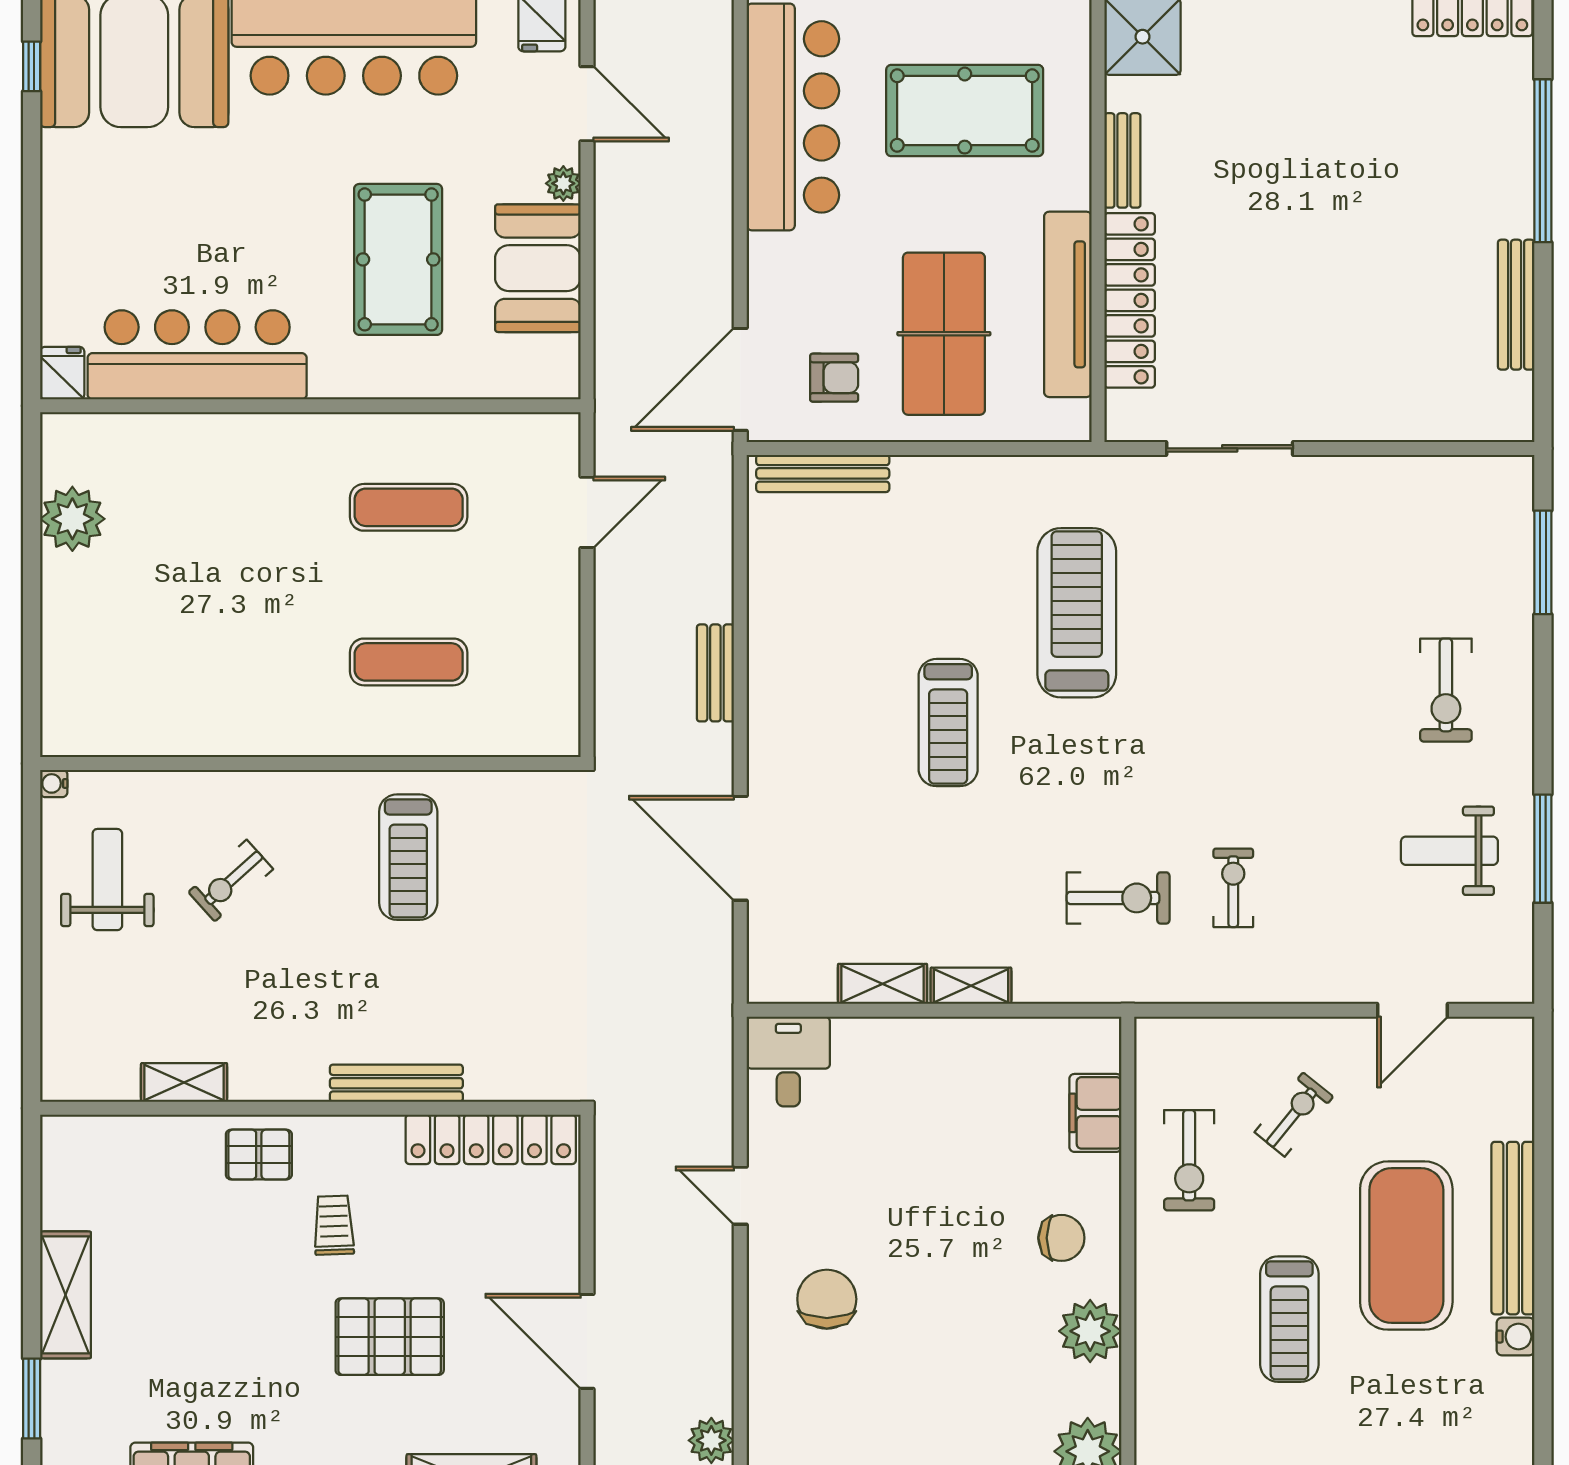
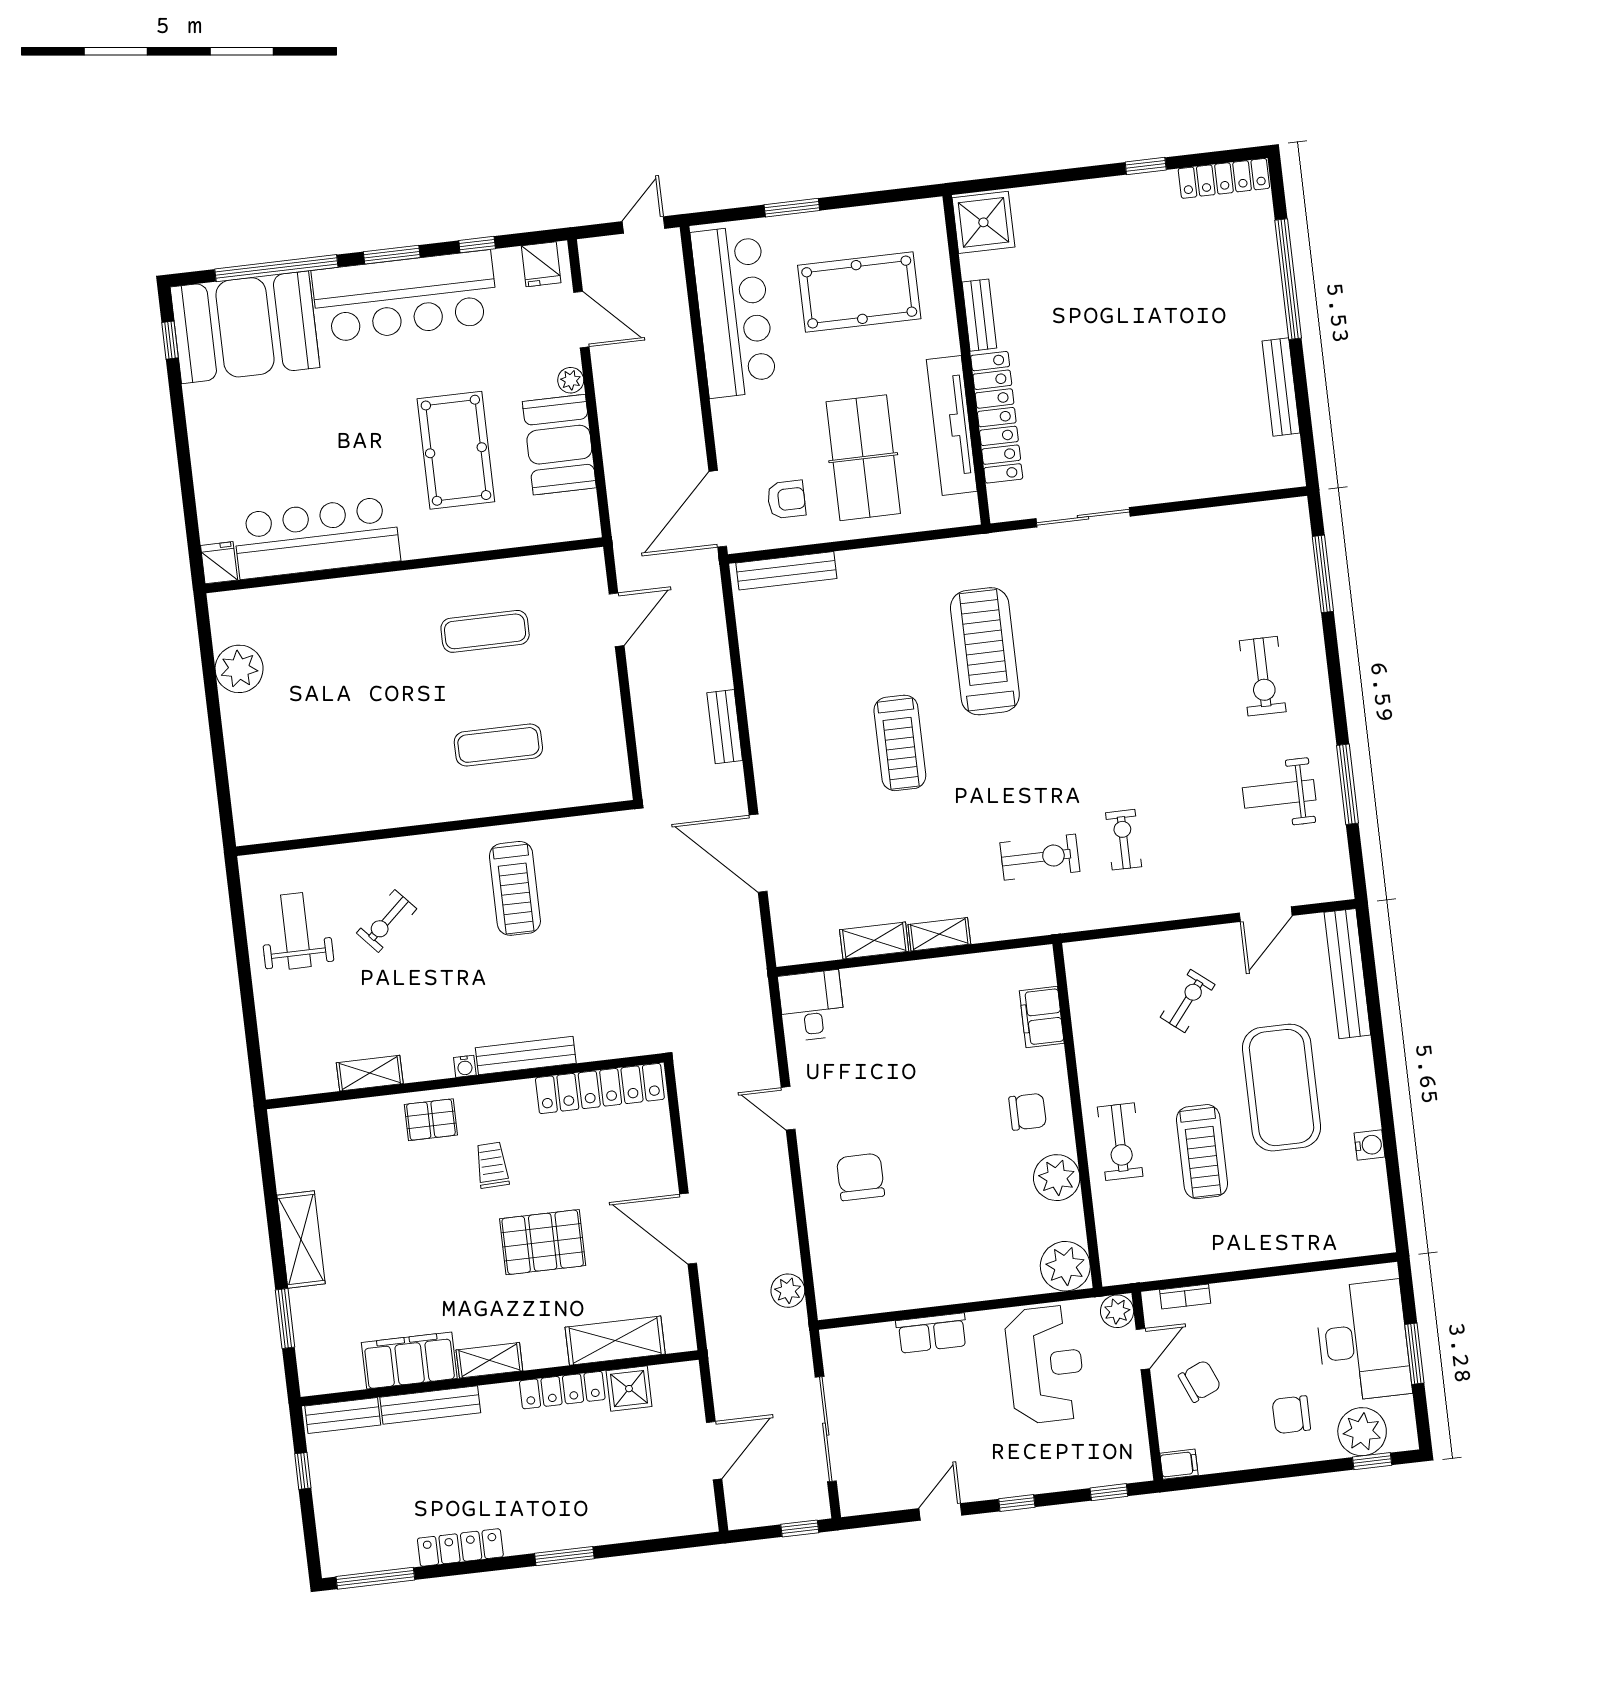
water cooler: (54, 783) -> (465, 1066), moved, turned -90
exercise bike: (1189, 1160) -> (1120, 1142), moved
bench: (1513, 1228) -> (1347, 974), moved

